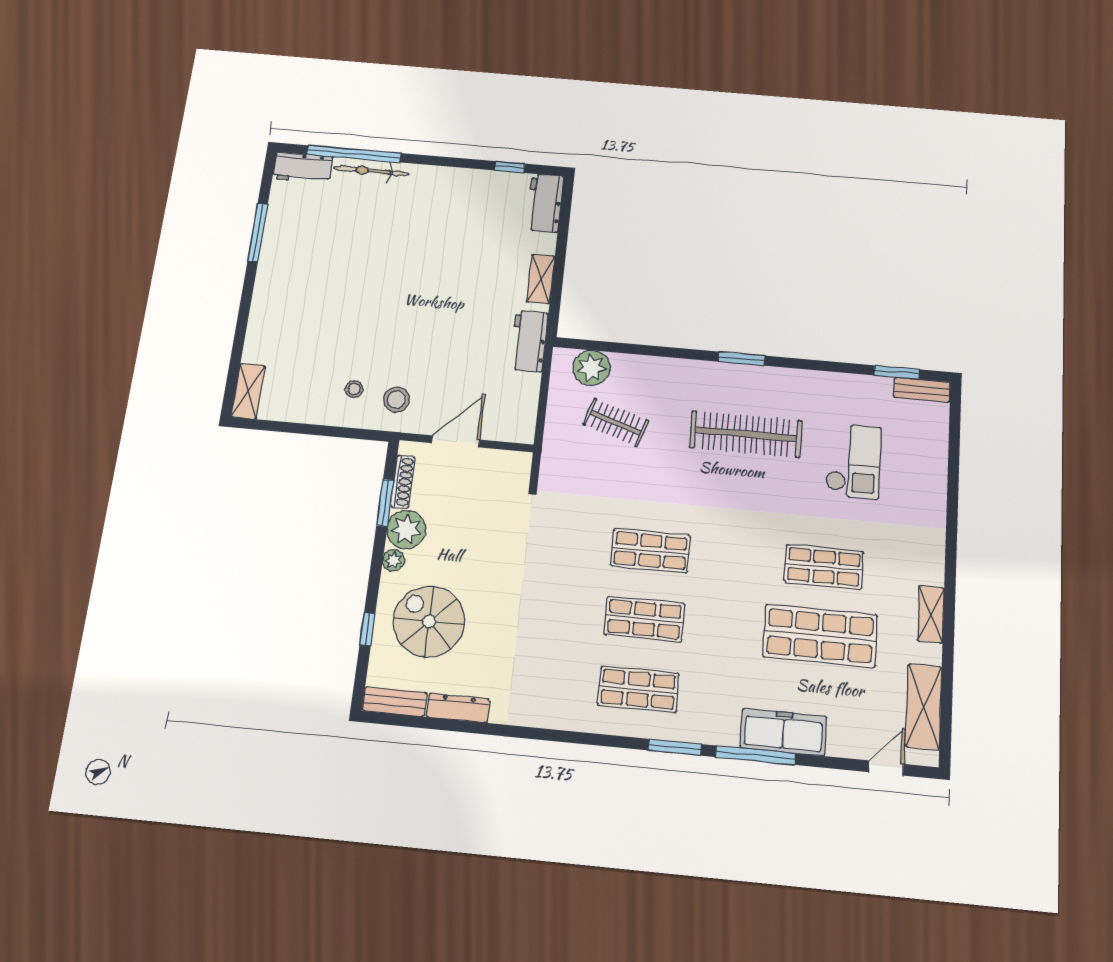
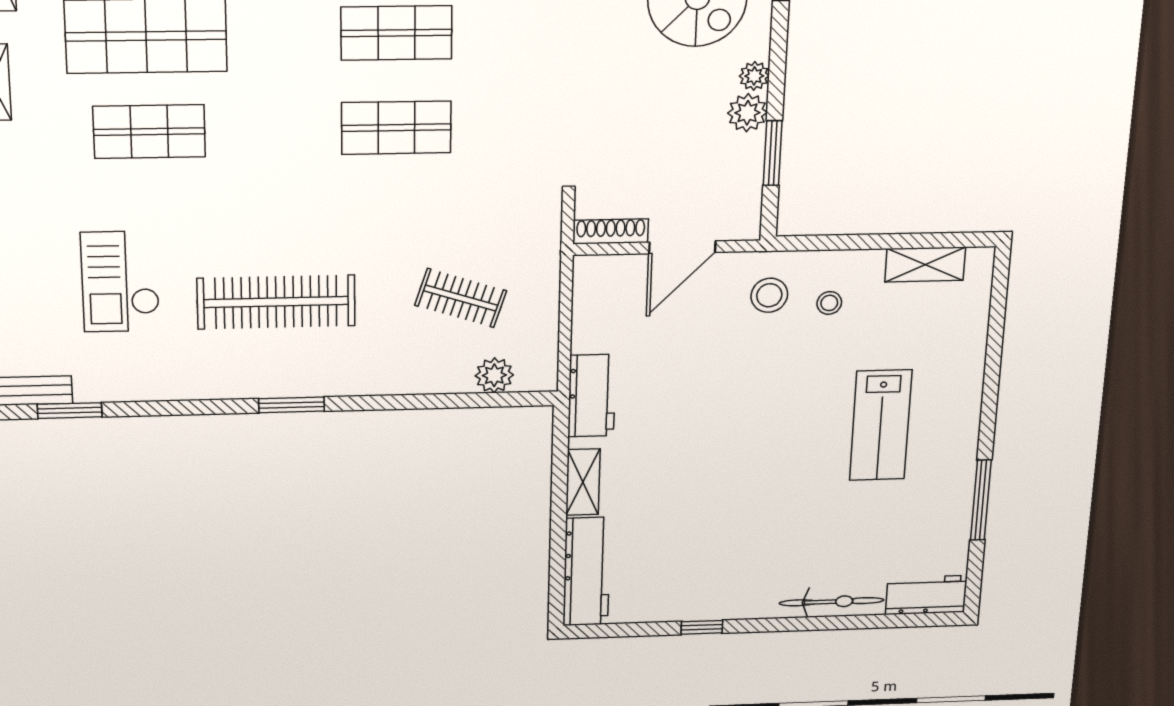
window: (354, 154) -> (857, 622), removed
window: (510, 167) -> (702, 627), moved
workbench: (545, 203) -> (587, 572), width x1.38
lab bench: (325, 296) -> (881, 425), added
plant: (591, 368) -> (494, 375), width x0.73, depth x0.73
shelving: (248, 391) -> (925, 265), moved, turned 90
shoe rack: (403, 482) -> (611, 231), moved, turned 90
plant: (406, 530) -> (747, 113), width x0.73, depth x0.73

